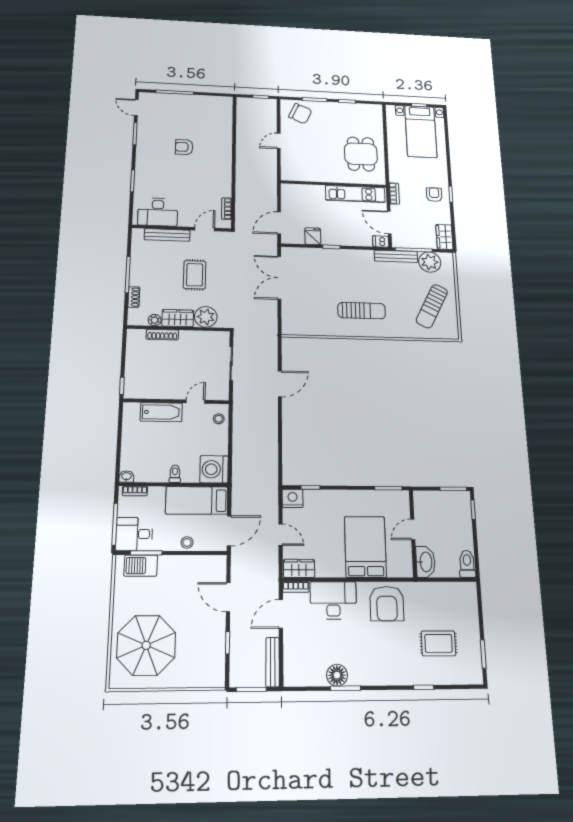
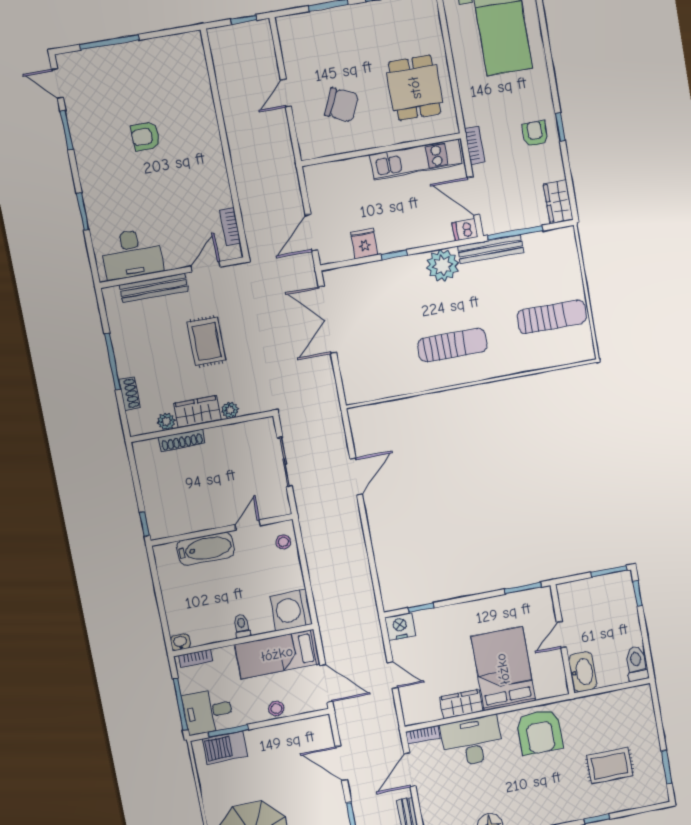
chair: (300, 114) -> (342, 105), moved
plant: (430, 262) -> (443, 265), moved
sun lounger: (432, 306) -> (552, 317), turned -117
plant: (206, 317) -> (230, 410), width x0.53, depth x0.53
door: (229, 531) -> (326, 683), hinge flipped
wardrobe: (299, 568) -> (461, 704), moved

